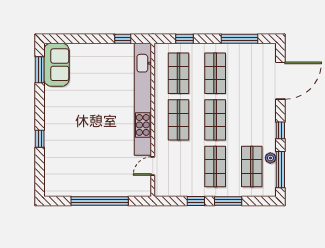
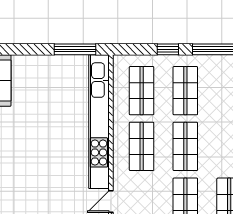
window: (123, 39) -> (75, 49), width x2.17
window: (184, 39) -> (168, 49), moved

